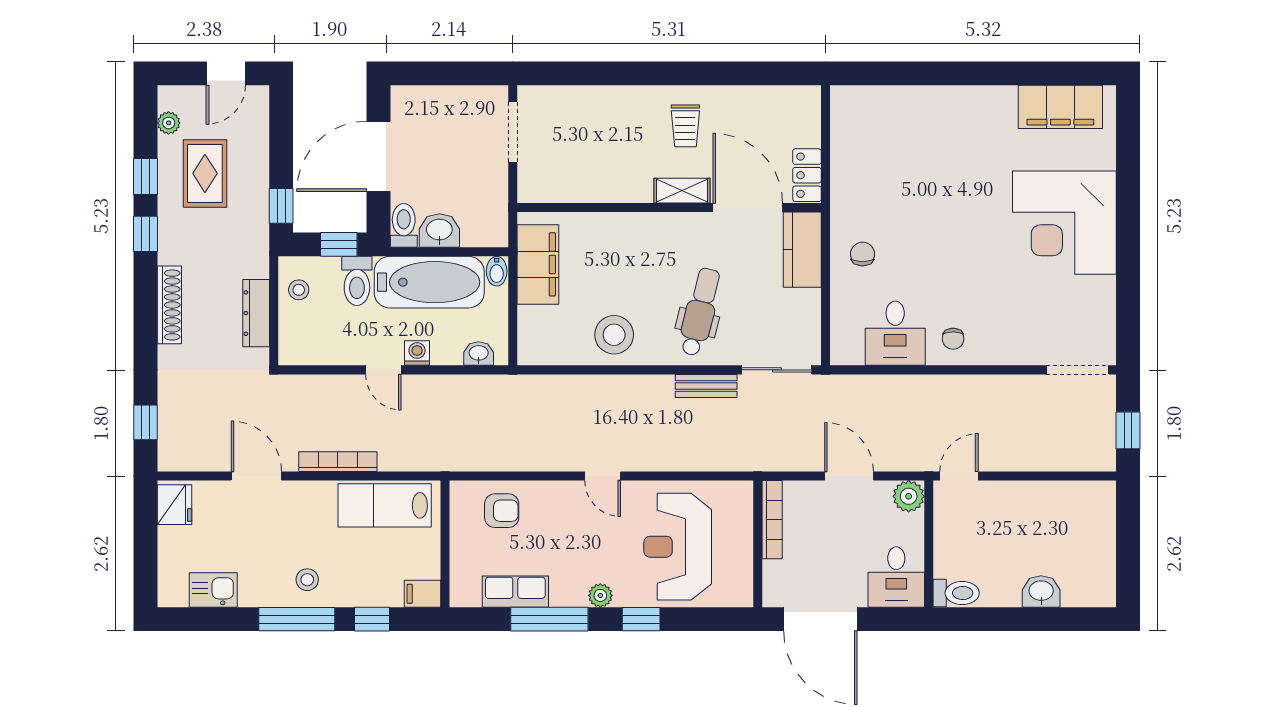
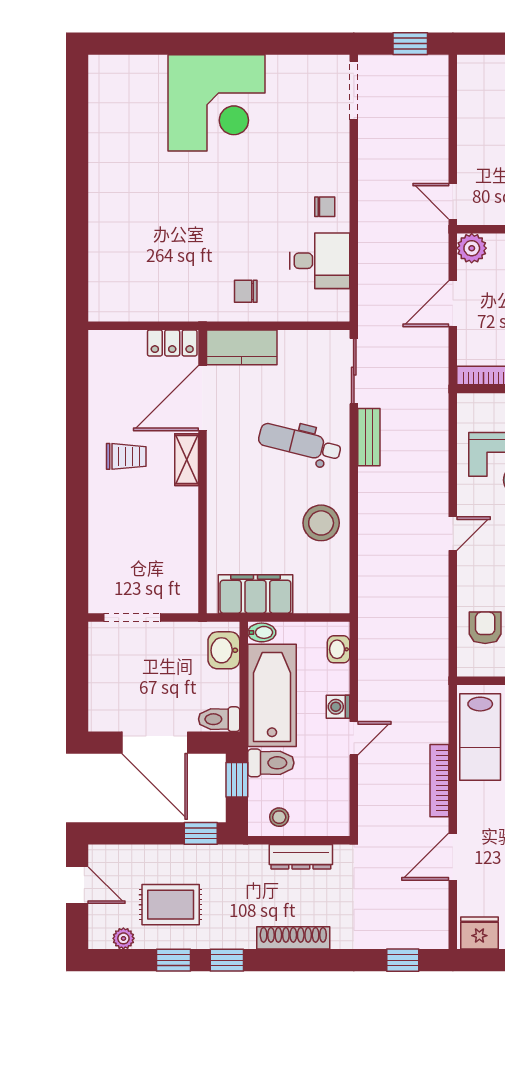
filing cabinet: (1060, 107) -> (108, 107), removed
washbasin: (439, 230) -> (224, 650), moved

